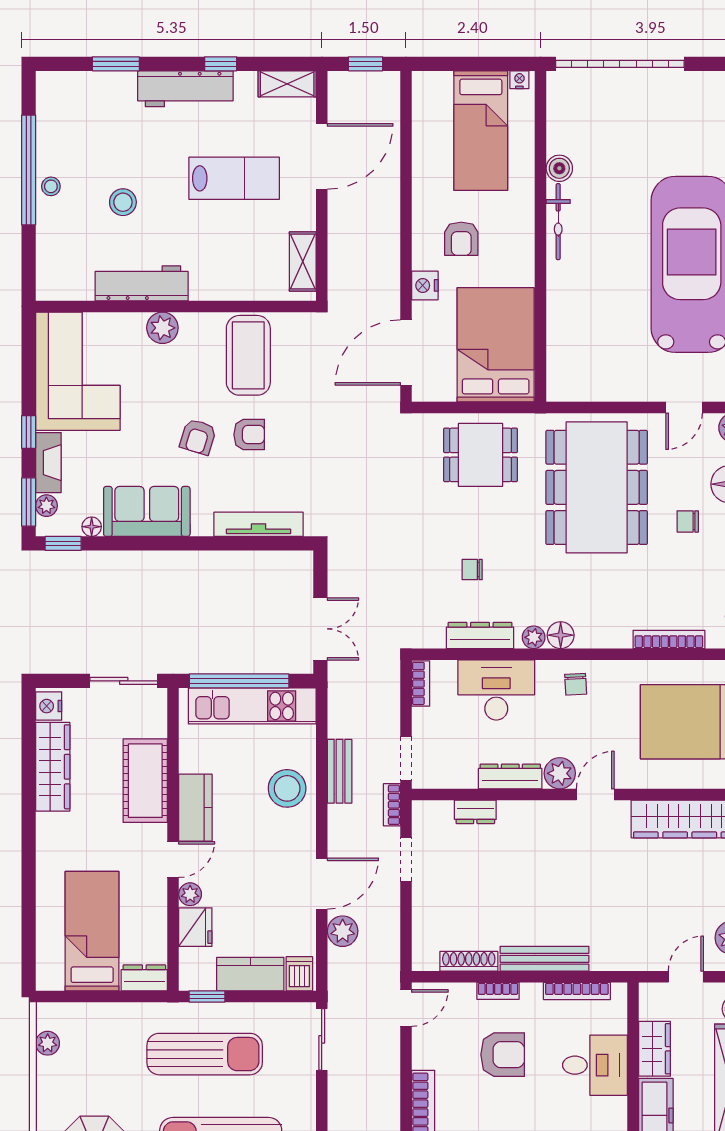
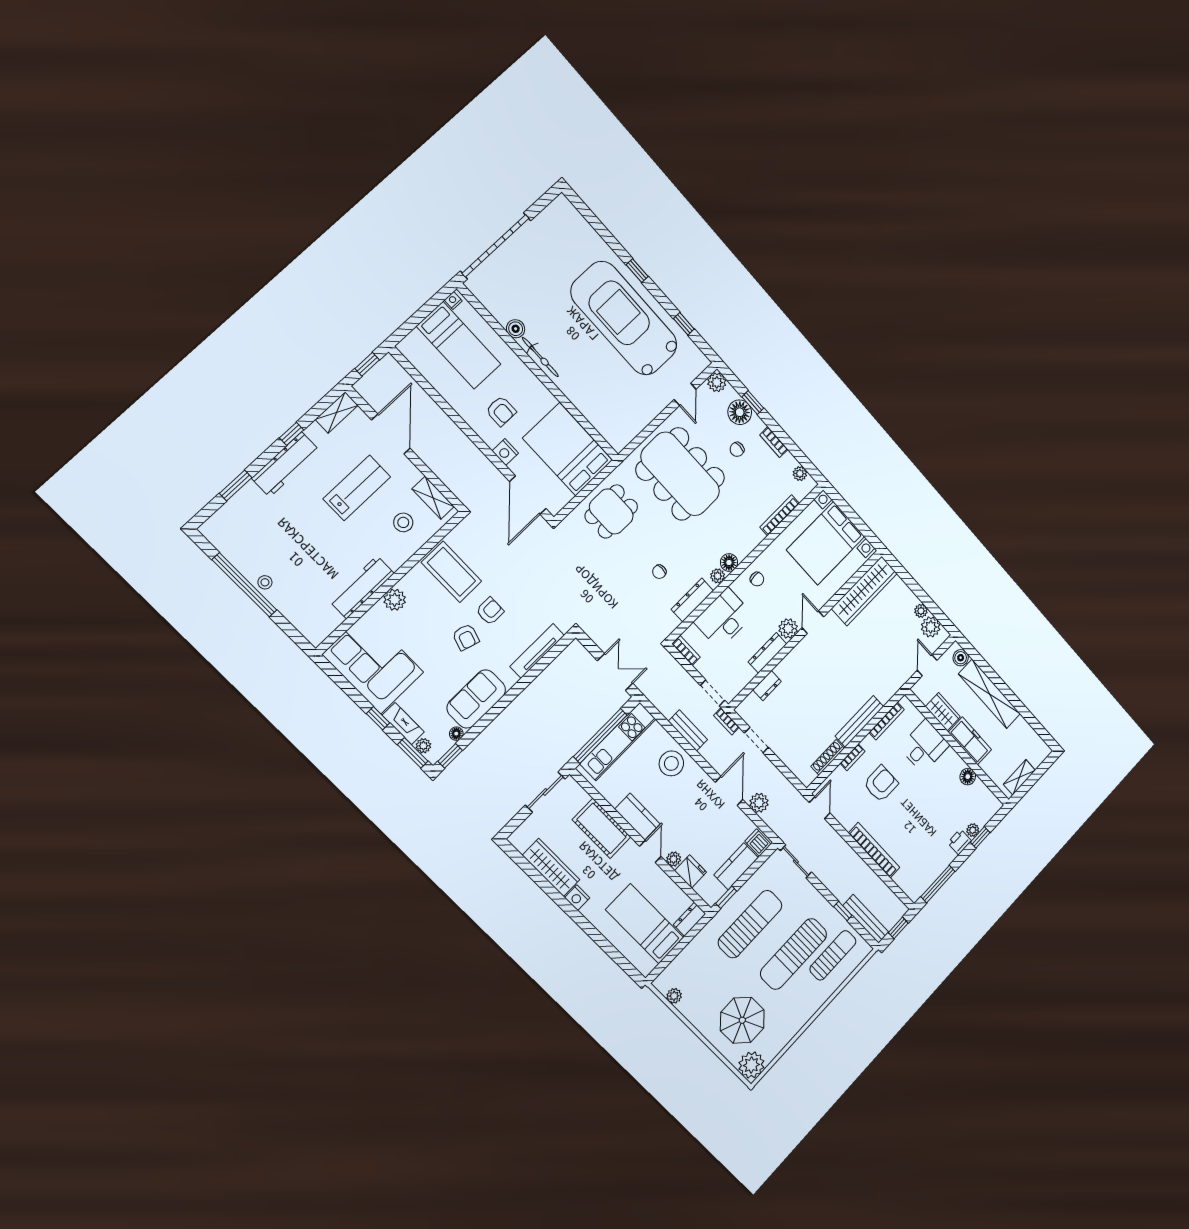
stool: (123, 202) -> (403, 522), moved
nightstand: (49, 706) -> (577, 898), moved

